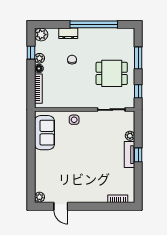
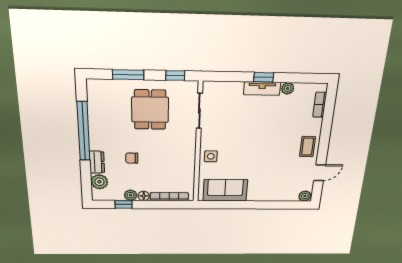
plant: (41, 35) -> (99, 182), moved
plant: (130, 136) -> (288, 88), moved
coffee table: (83, 194) -> (308, 147), added

